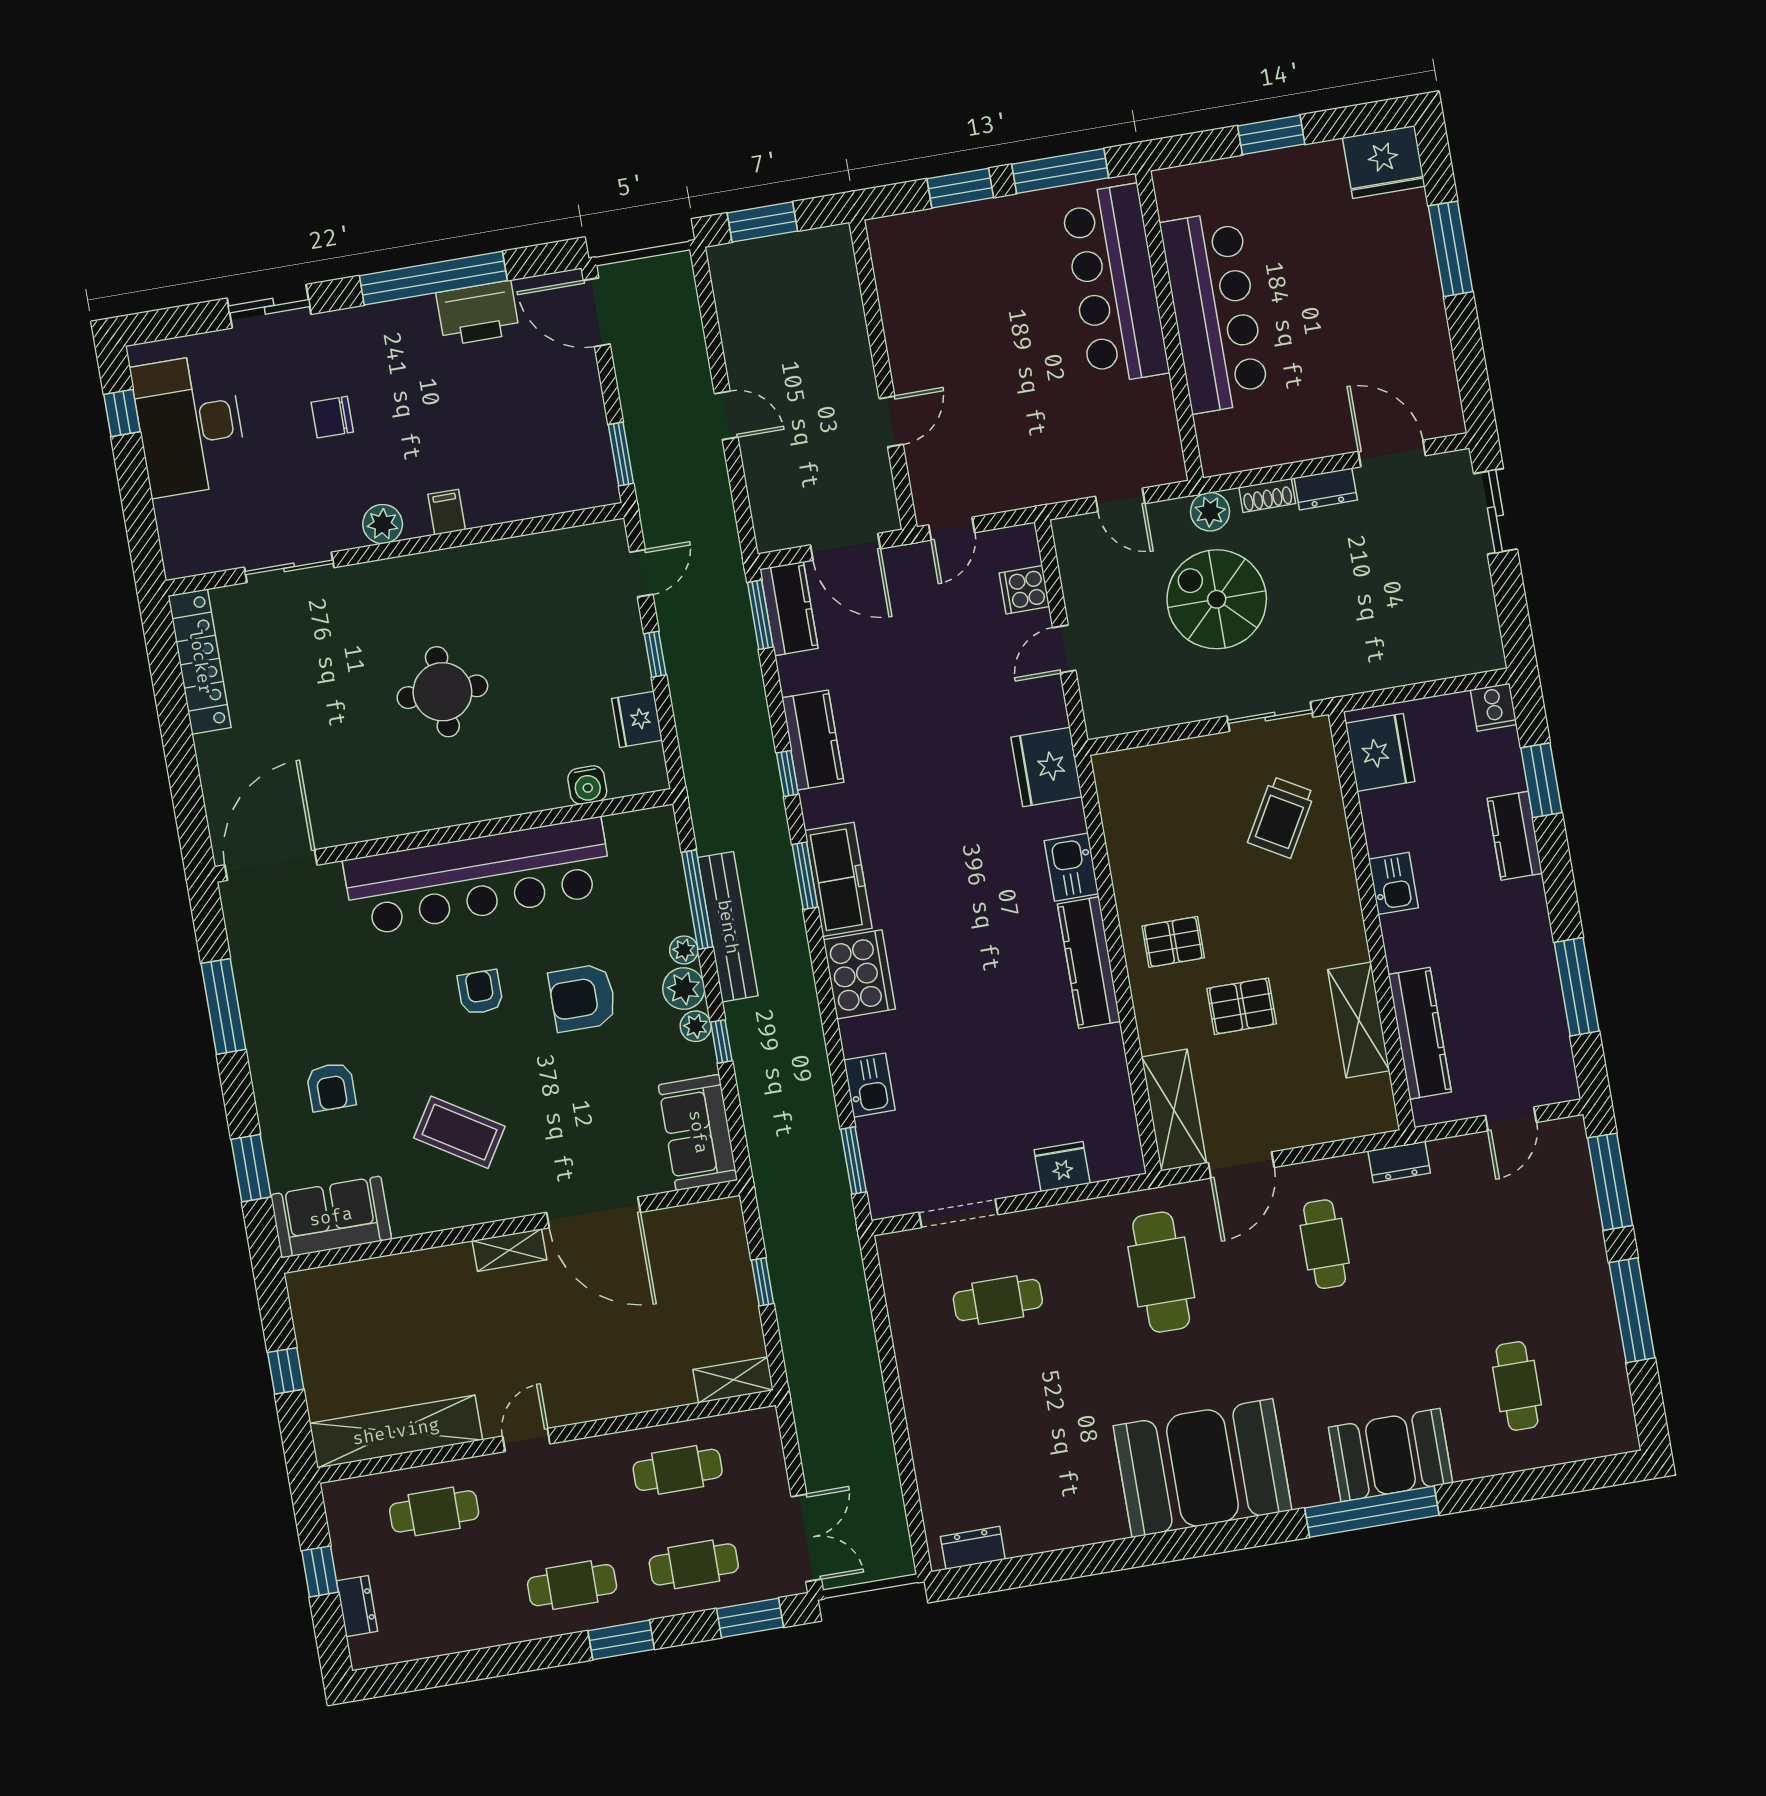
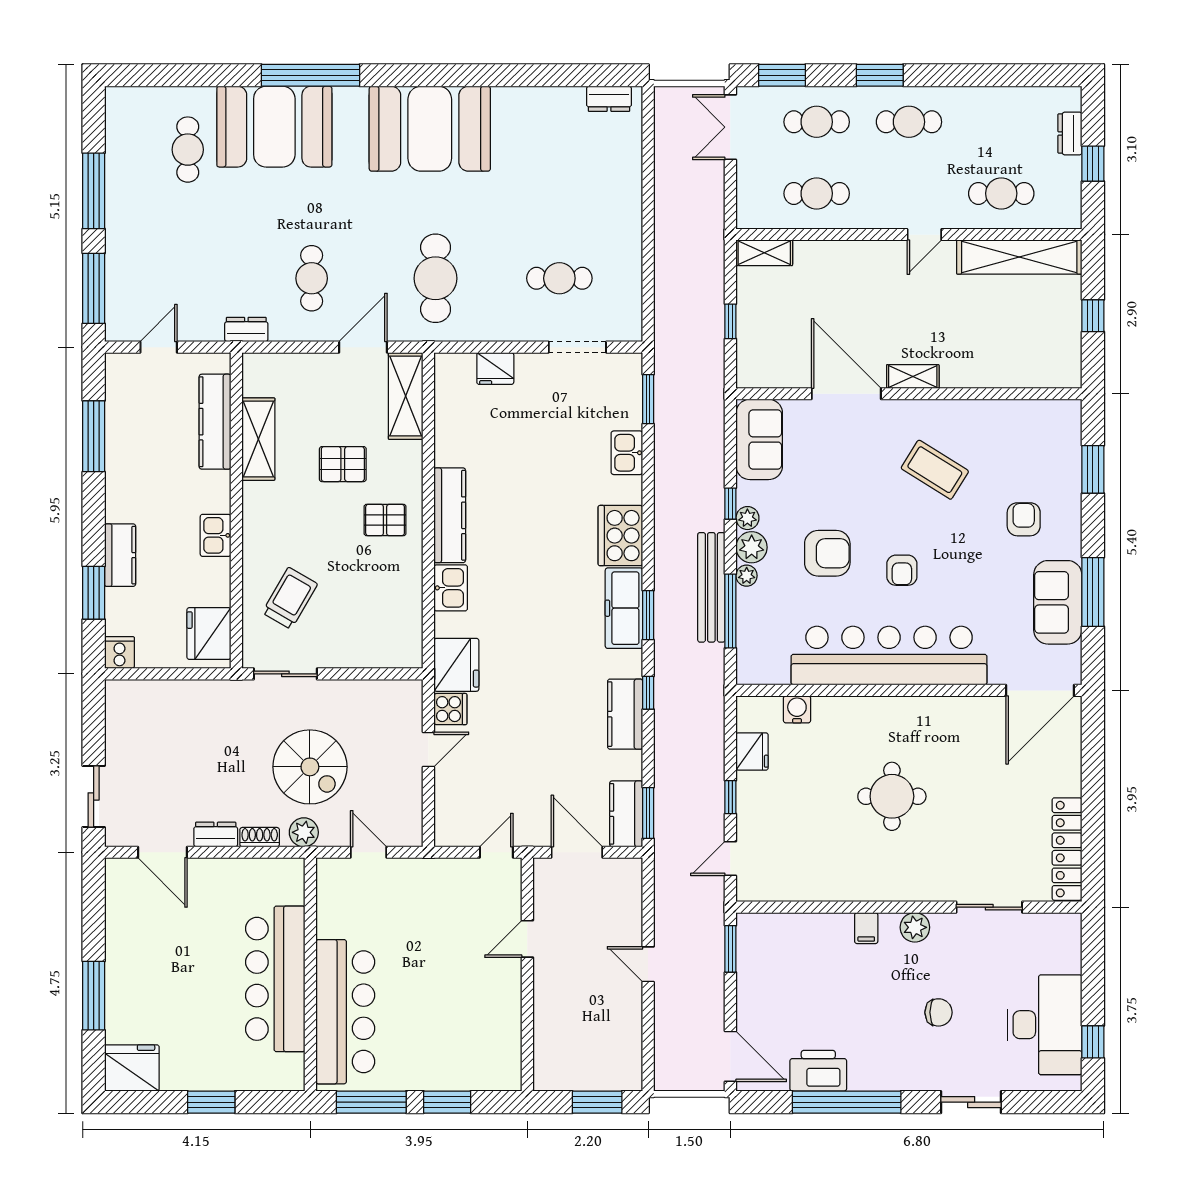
cooker: (1024, 590) -> (450, 709), moved
sofa: (331, 1217) -> (1058, 602), moved, turned 90
booth: (1391, 1455) -> (274, 127), width x1.36, depth x1.42

